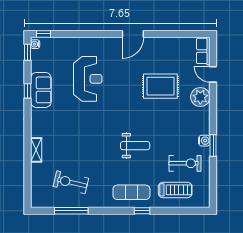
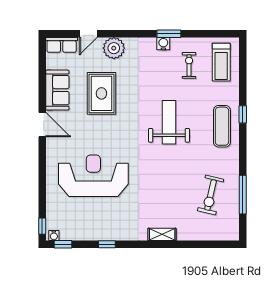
reception desk: (88, 79) -> (93, 176), width x1.36, depth x1.30
sofa: (41, 90) -> (57, 90), moved, turned 90
weight bench: (135, 146) -> (169, 122), width x1.36, depth x1.33
shelving: (36, 150) -> (162, 234), moved
exercise bike: (185, 163) -> (189, 65), width x0.73, depth x0.72
treadmill: (175, 190) -> (221, 62), moved, turned 180

